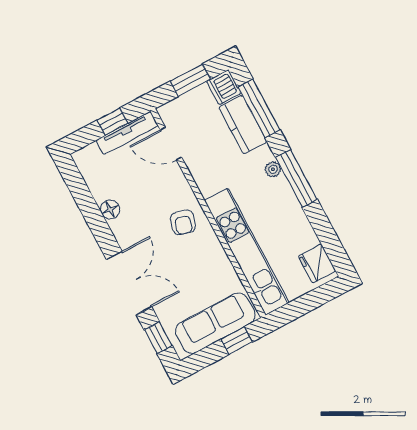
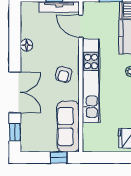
kitchen unit: (247, 252) -> (91, 81), moved
sofa: (215, 323) -> (68, 126), moved, turned -90

